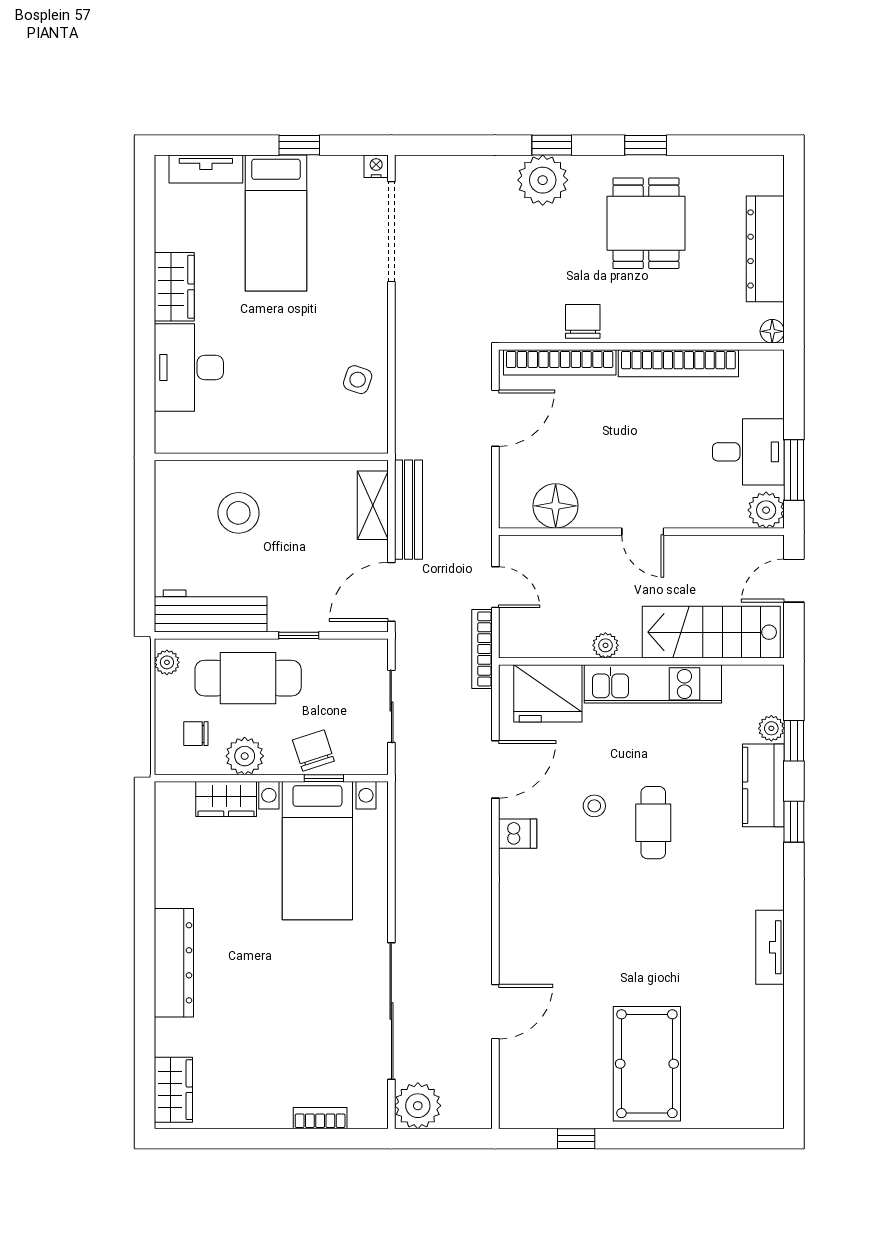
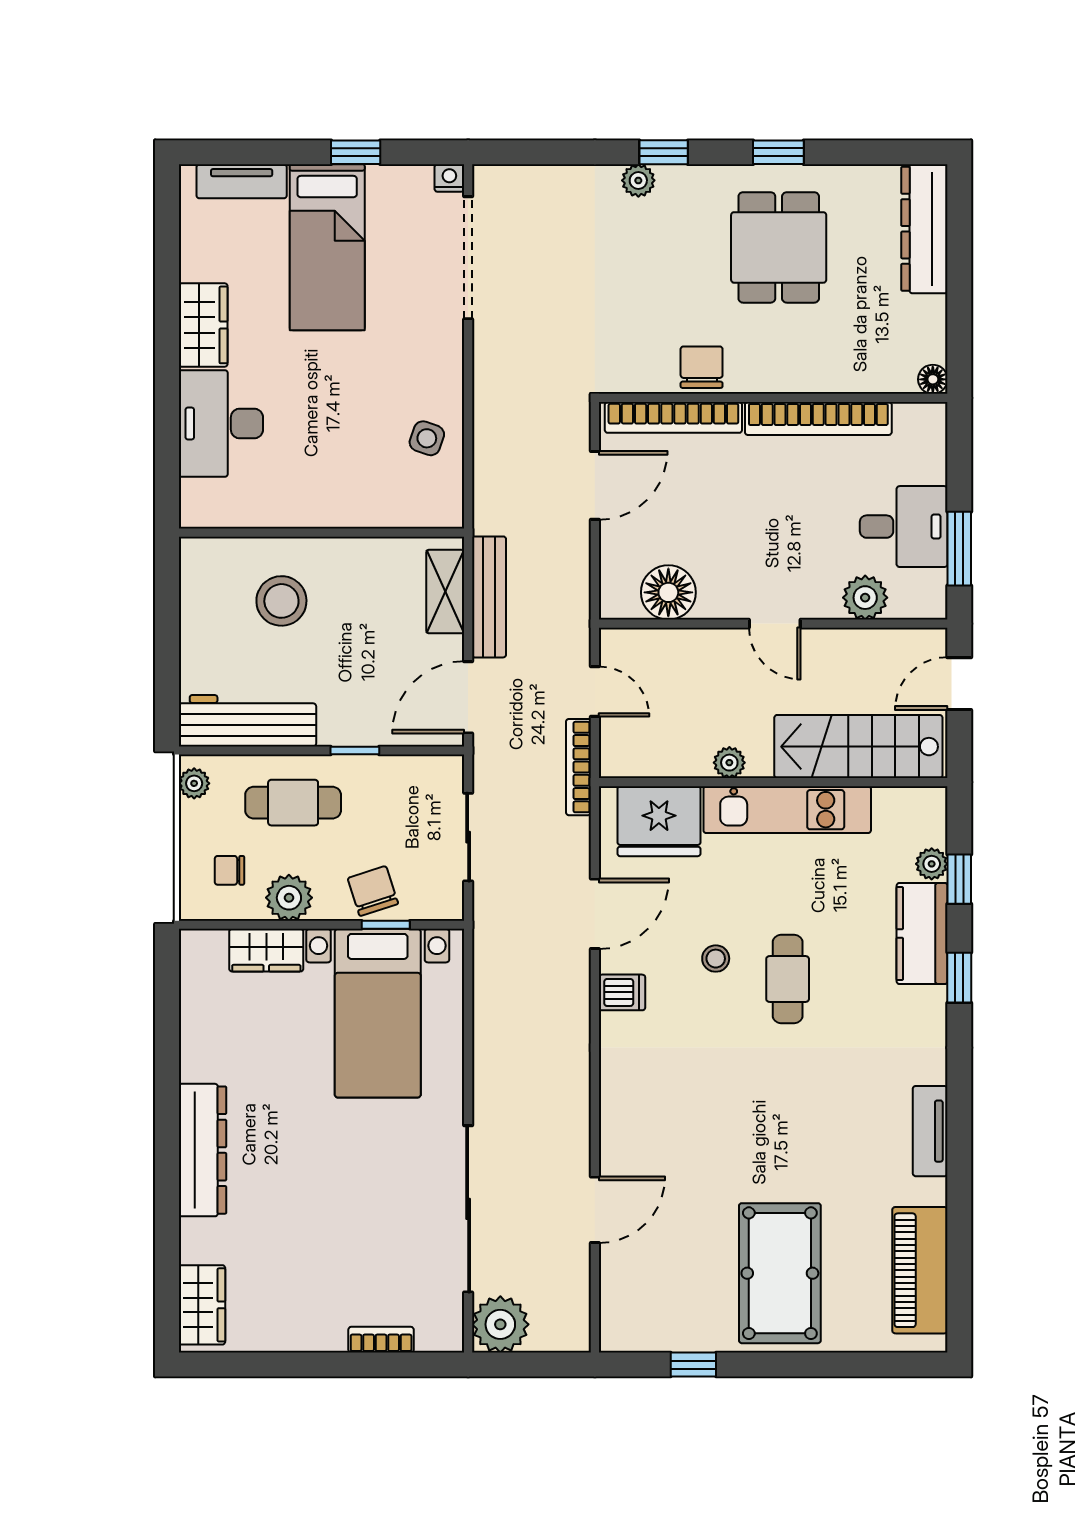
plant: (543, 180) -> (638, 180), width x0.53, depth x0.53
dresser: (765, 249) -> (924, 229), moved
plant: (766, 510) -> (865, 598), moved
cafe table: (248, 678) -> (293, 803), width x0.73, depth x0.74
piano: (762, 1061) -> (920, 1270), added

